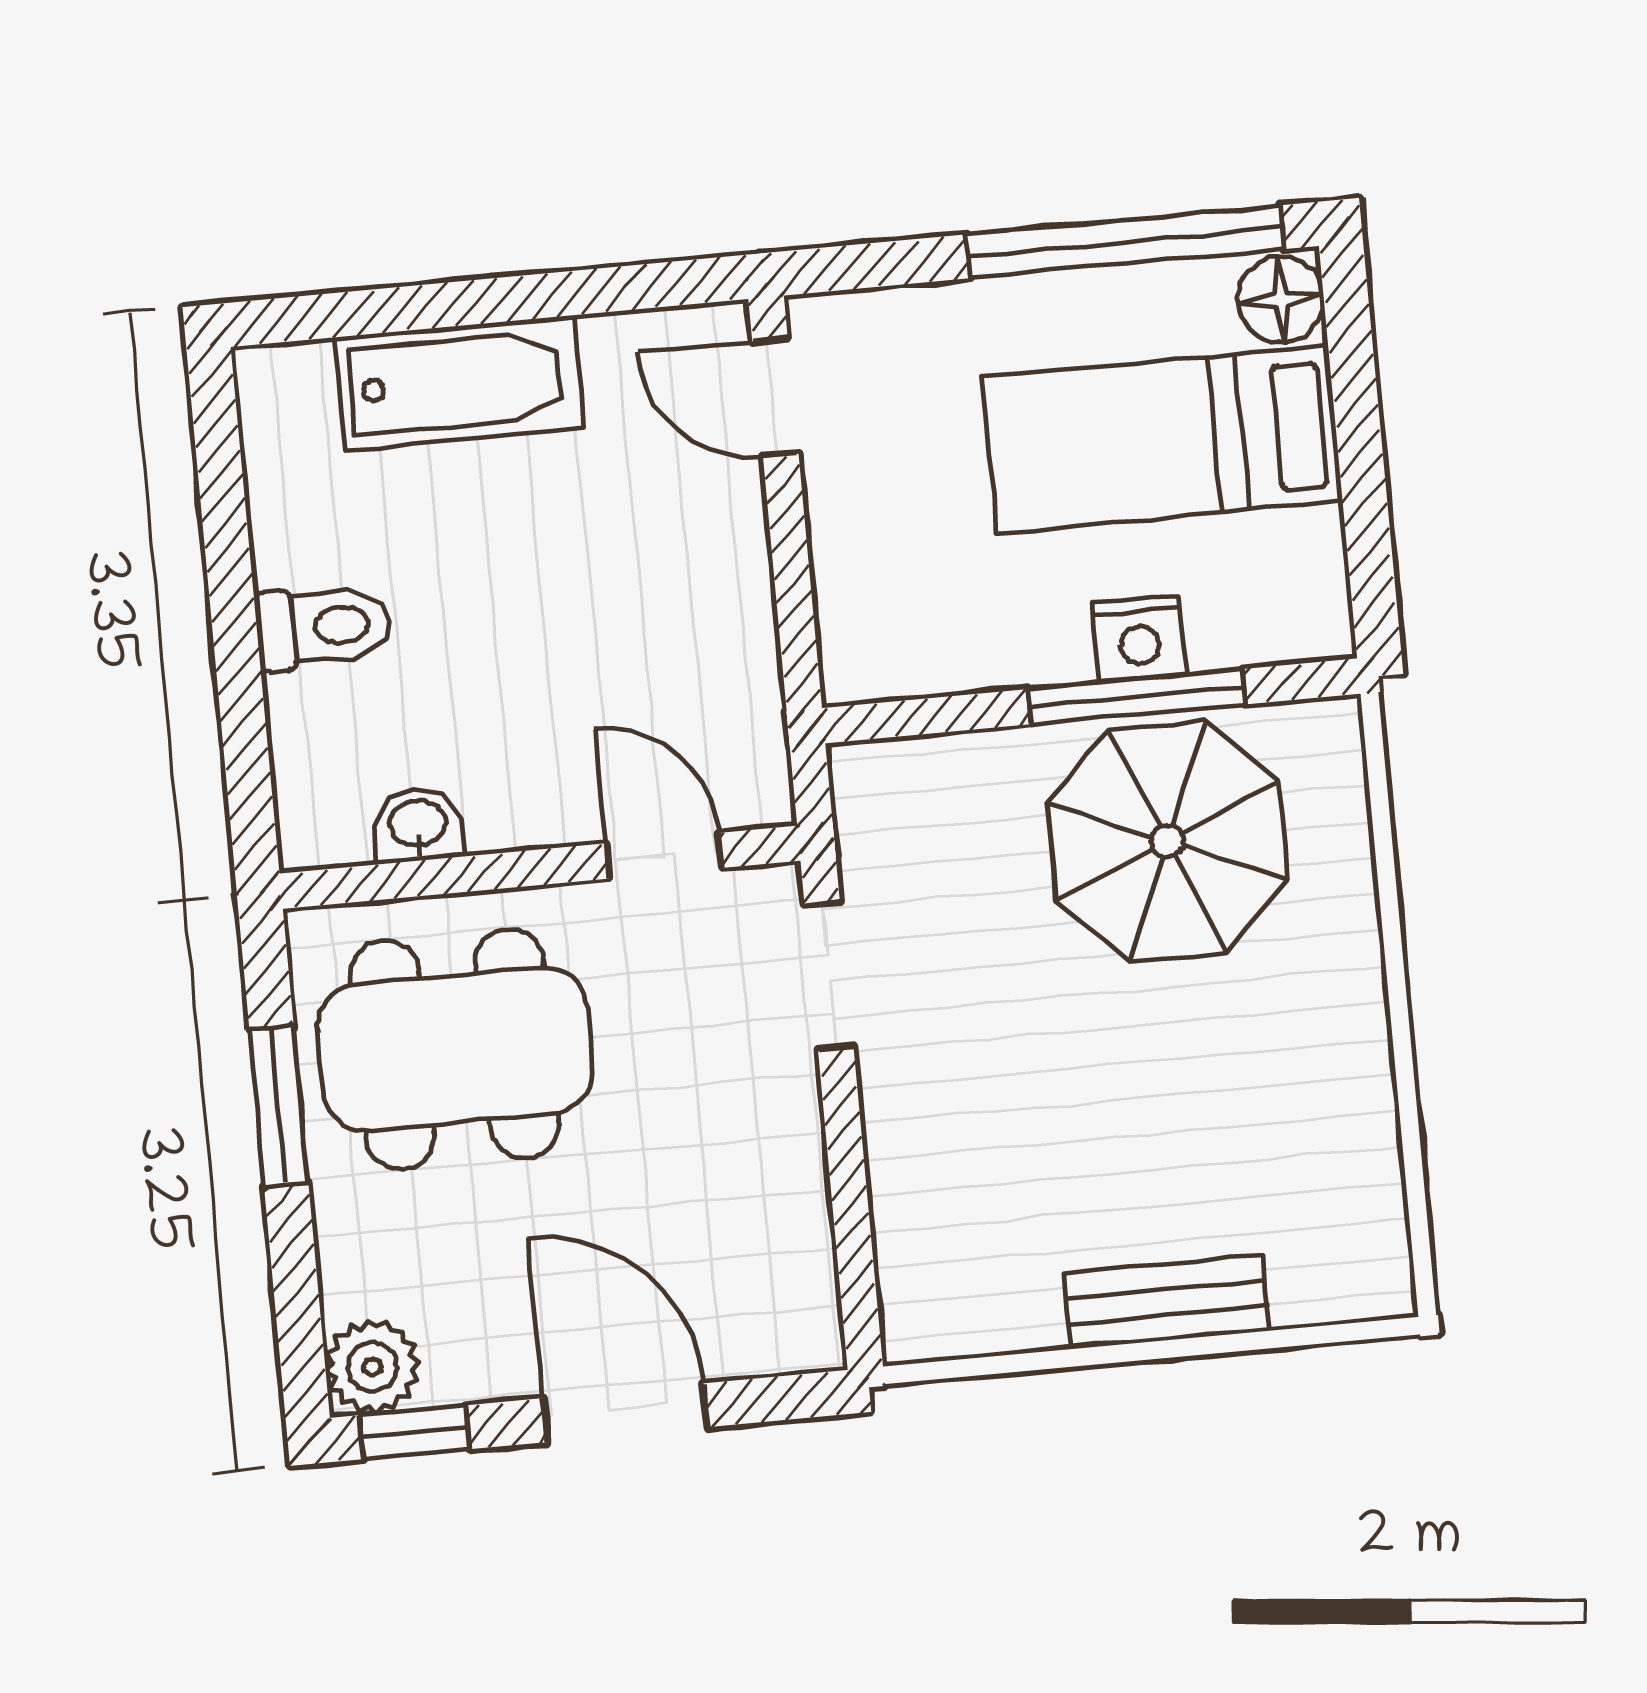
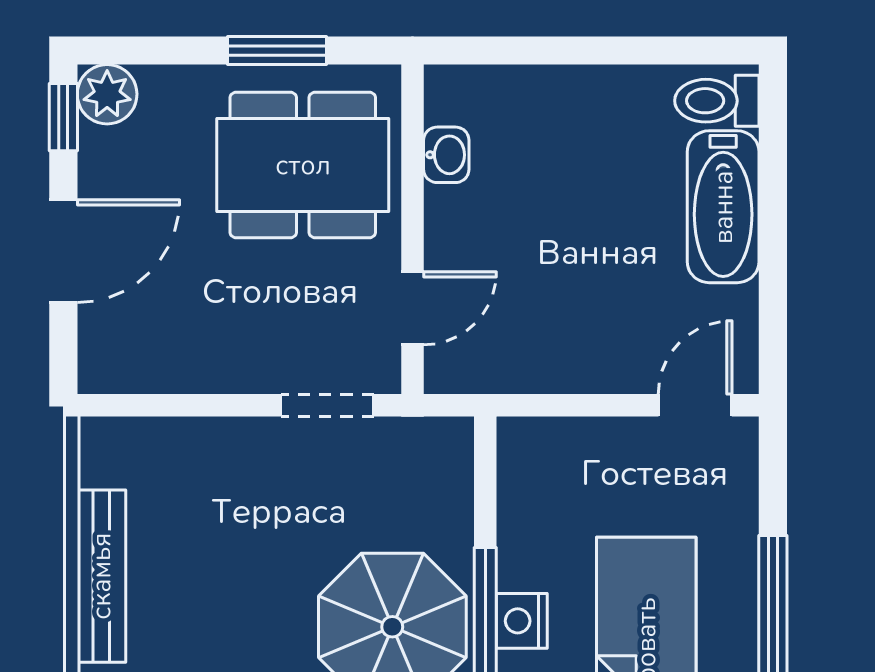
toilet: (323, 627) -> (717, 101), moved, turned 90
dining table: (455, 1049) -> (303, 165), turned 90
bench: (1166, 1302) -> (101, 576), width x1.36

